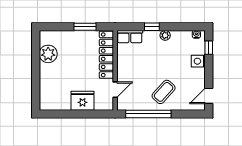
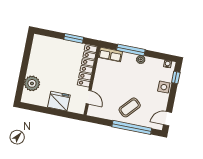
window: (152, 27) -> (131, 50), width x2.17
plant: (48, 54) -> (32, 83), moved
door: (115, 90) -> (89, 97), hinge flipped
window: (148, 114) -> (132, 127), moved

